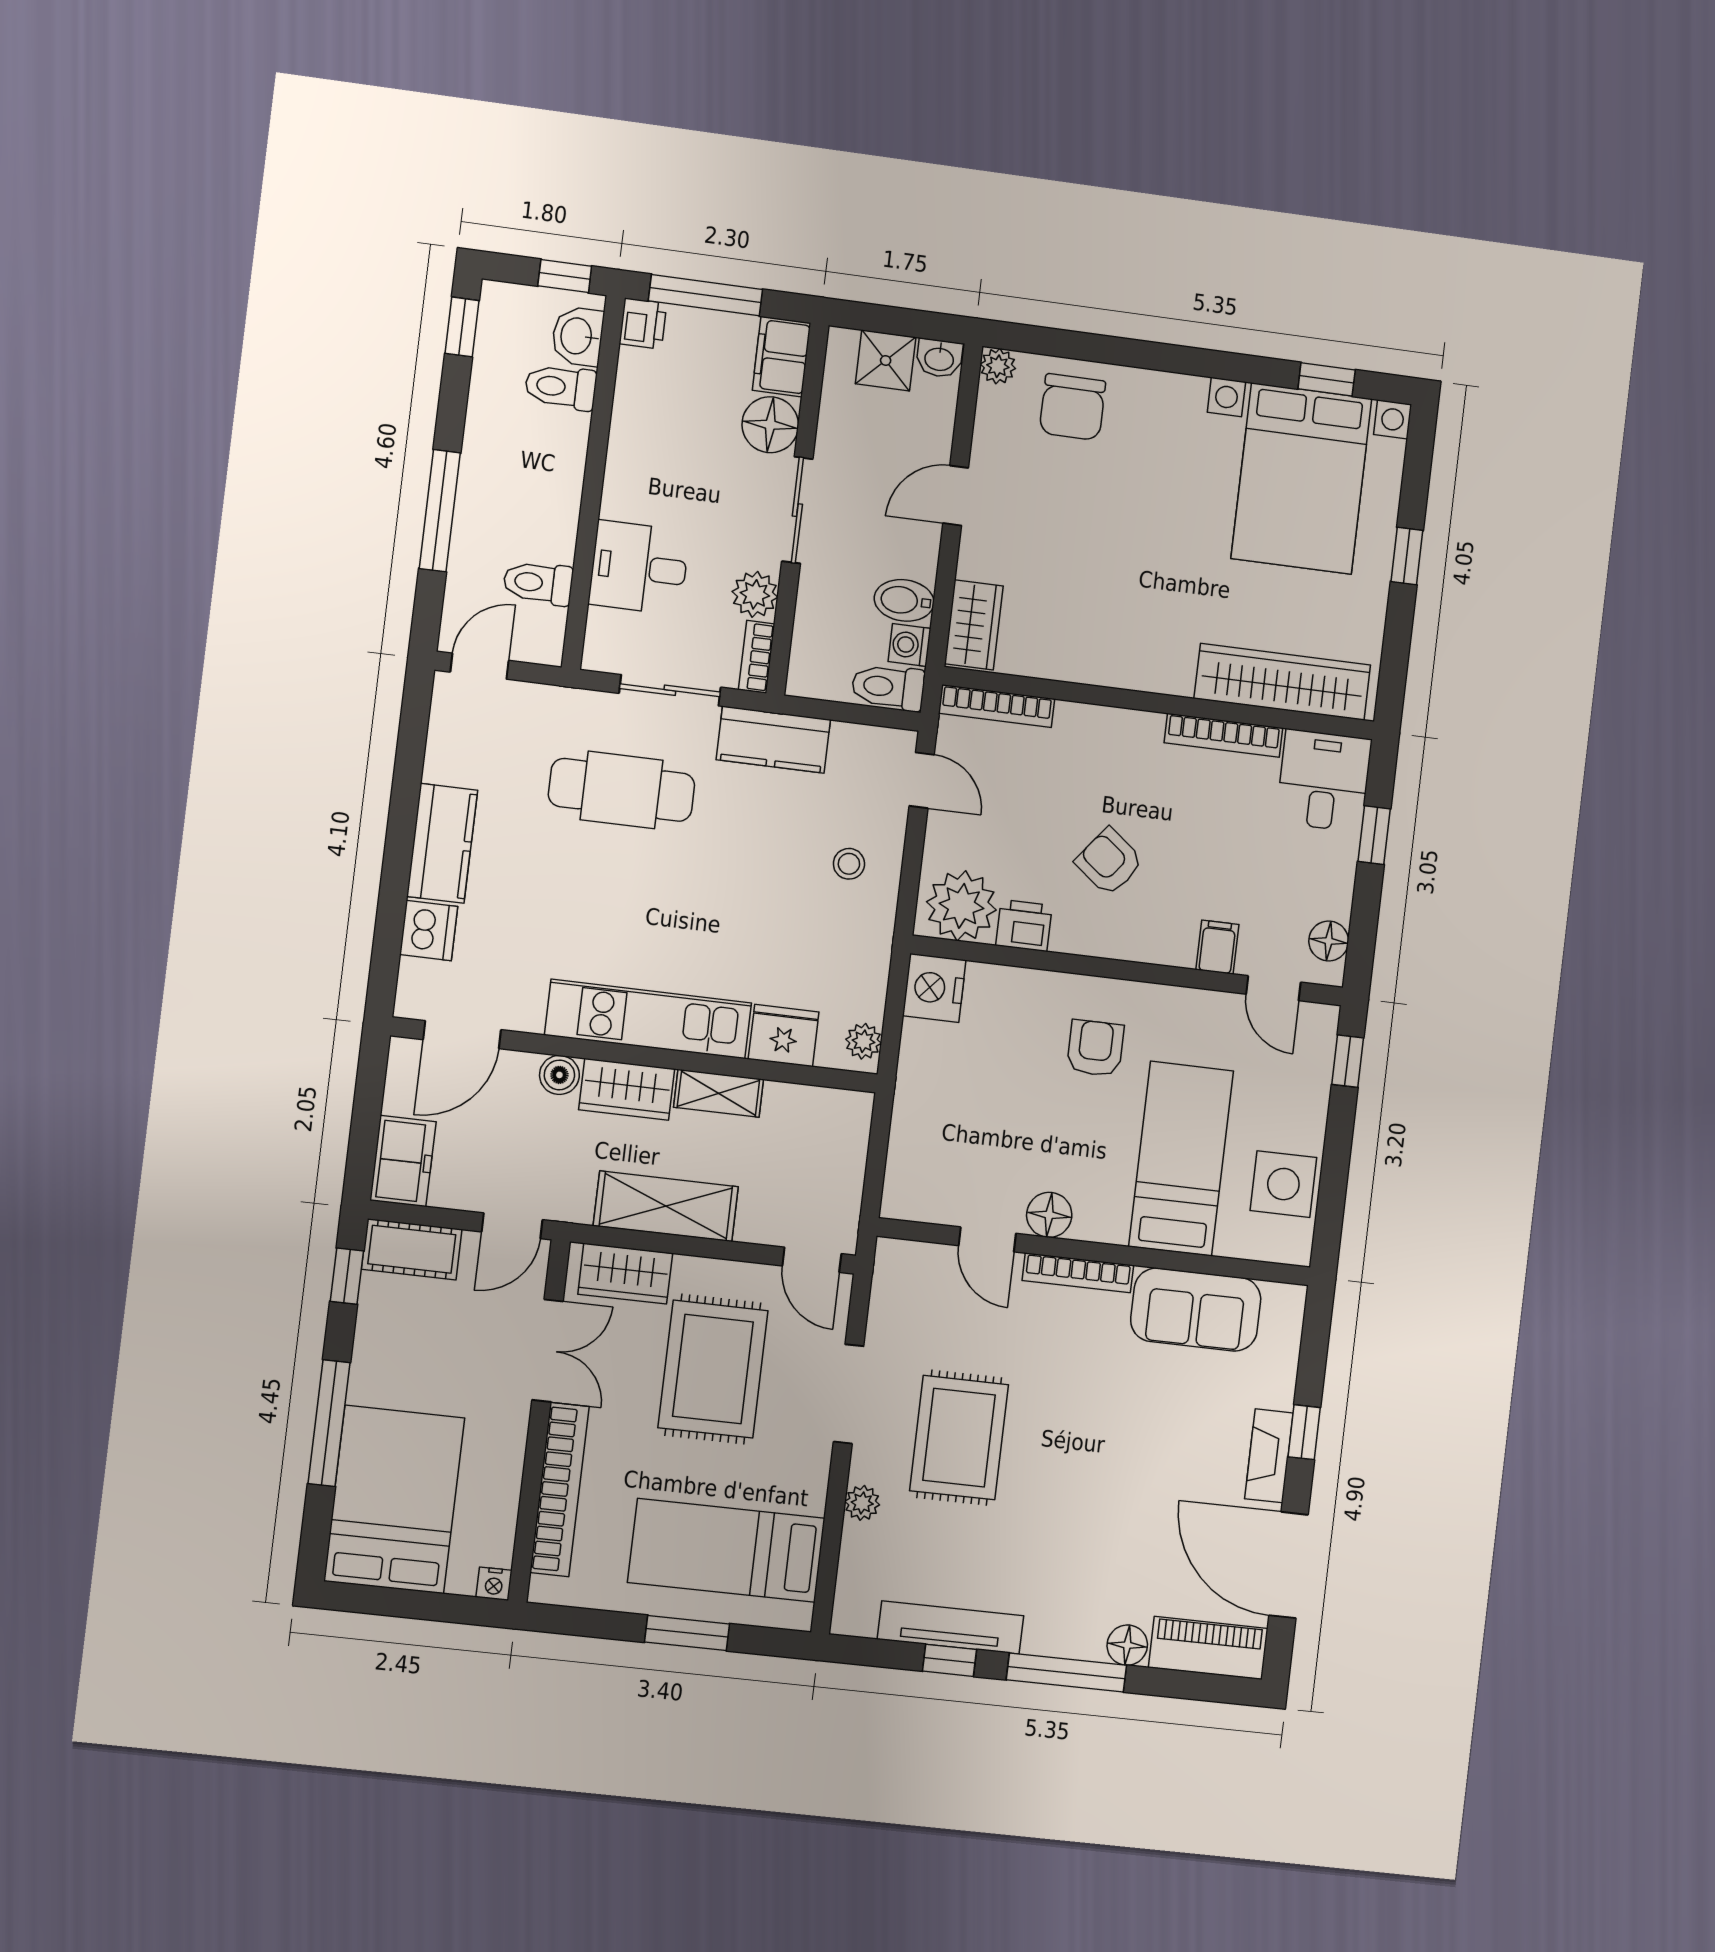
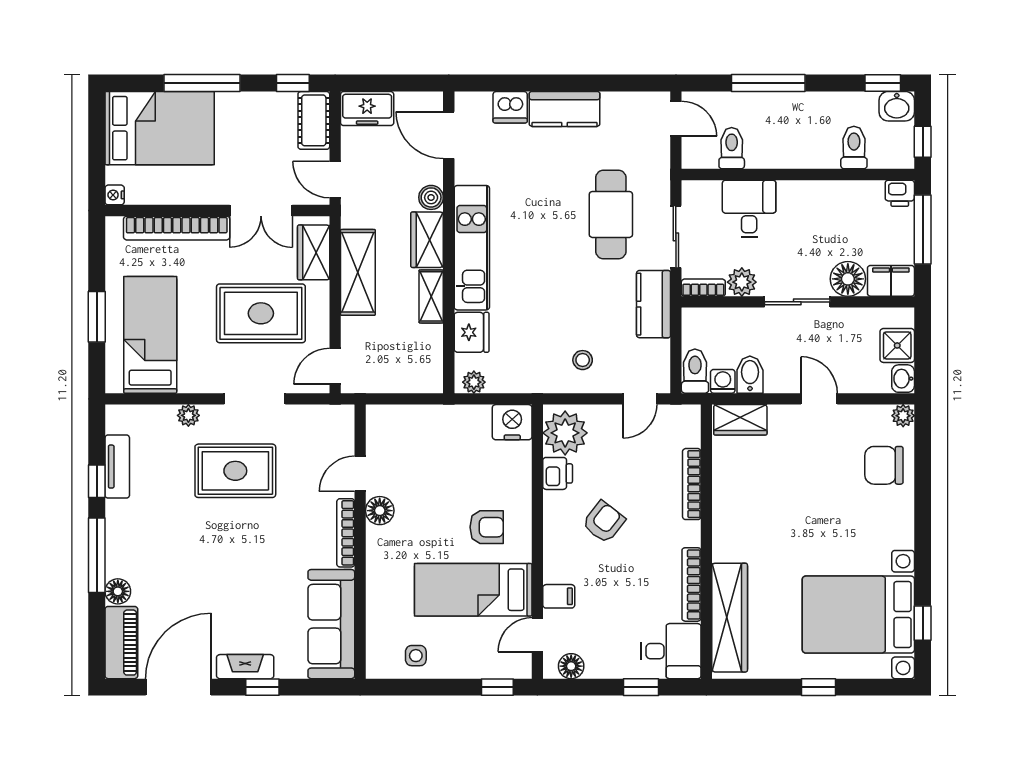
washbasin: (578, 336) -> (897, 106), moved, turned 180
bookcase: (997, 706) -> (692, 484), moved
bed: (1181, 1159) -> (473, 590), moved, turned 180
side table: (1283, 1184) -> (416, 656), width x0.54, depth x0.54
sofa: (1196, 1310) -> (331, 624), width x1.36
tv unit: (950, 1627) -> (117, 467), width x0.71

